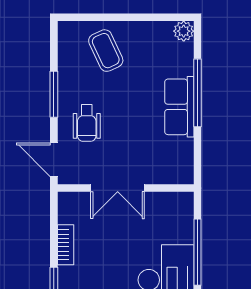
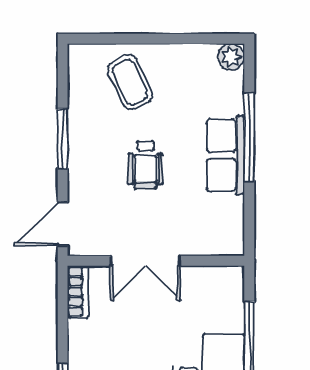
wheelchair: (87, 123) -> (145, 165), moved
door: (54, 160) -> (63, 224), hinge flipped
bookcase: (66, 245) -> (78, 292), moved

